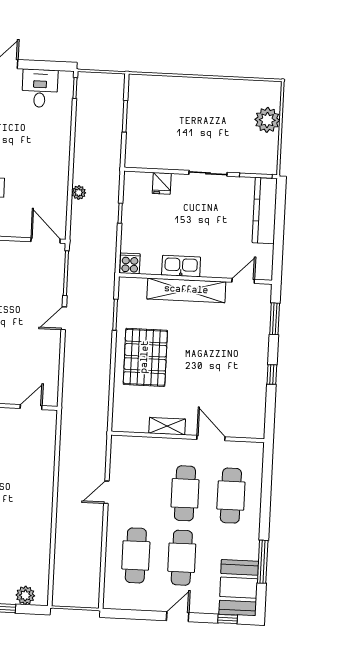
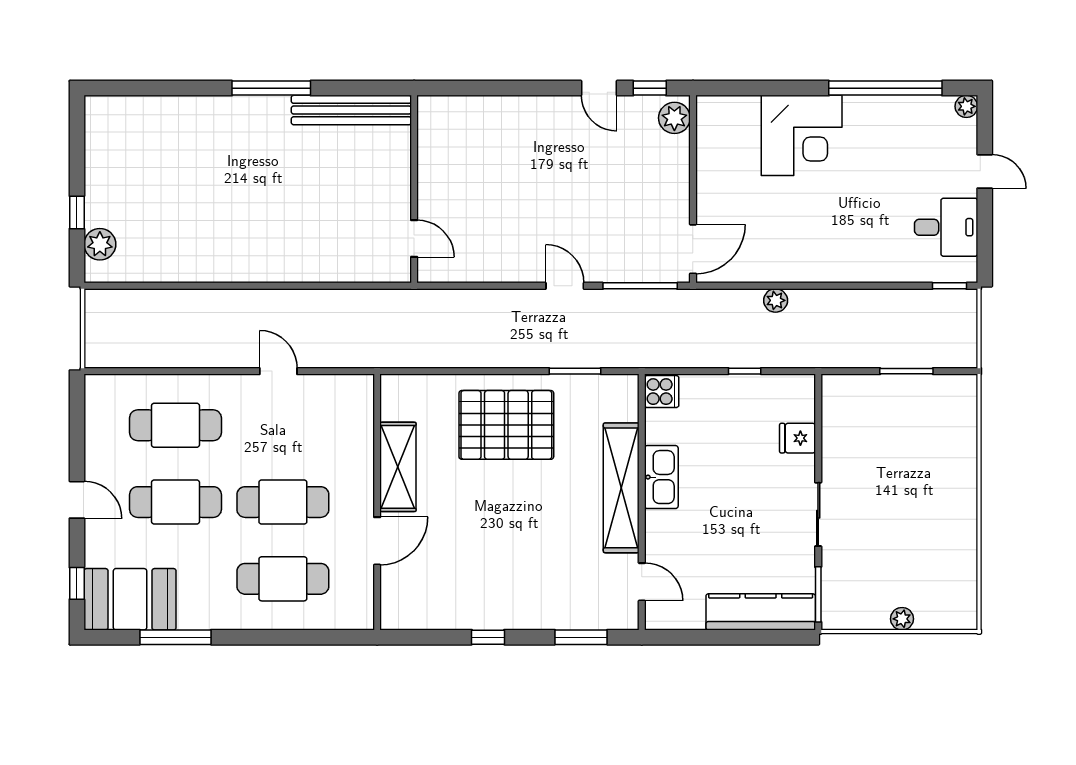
plant: (267, 120) -> (902, 619), width x0.53, depth x0.53
shelving: (167, 426) -> (398, 467), width x1.50, depth x1.33

